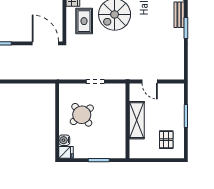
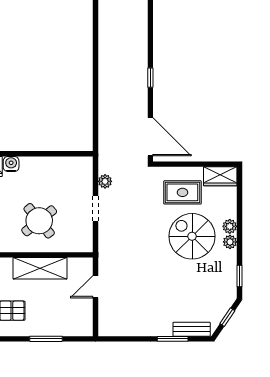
door: (45, 43) -> (150, 137), hinge flipped
plant: (76, 75) -> (105, 181), added
round table: (82, 115) -> (39, 221), moved

